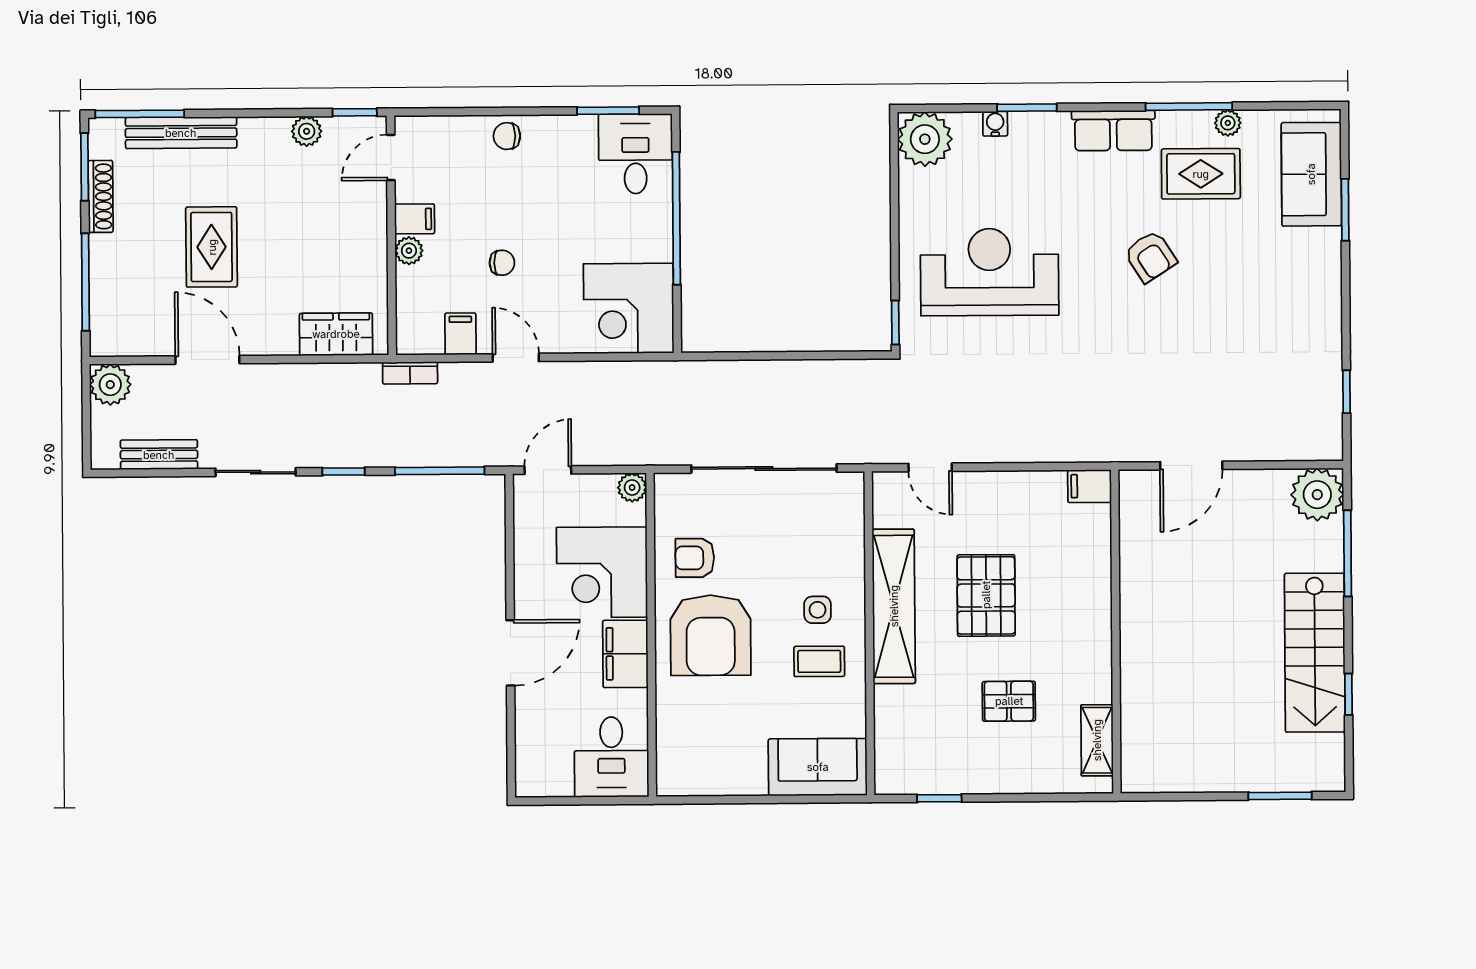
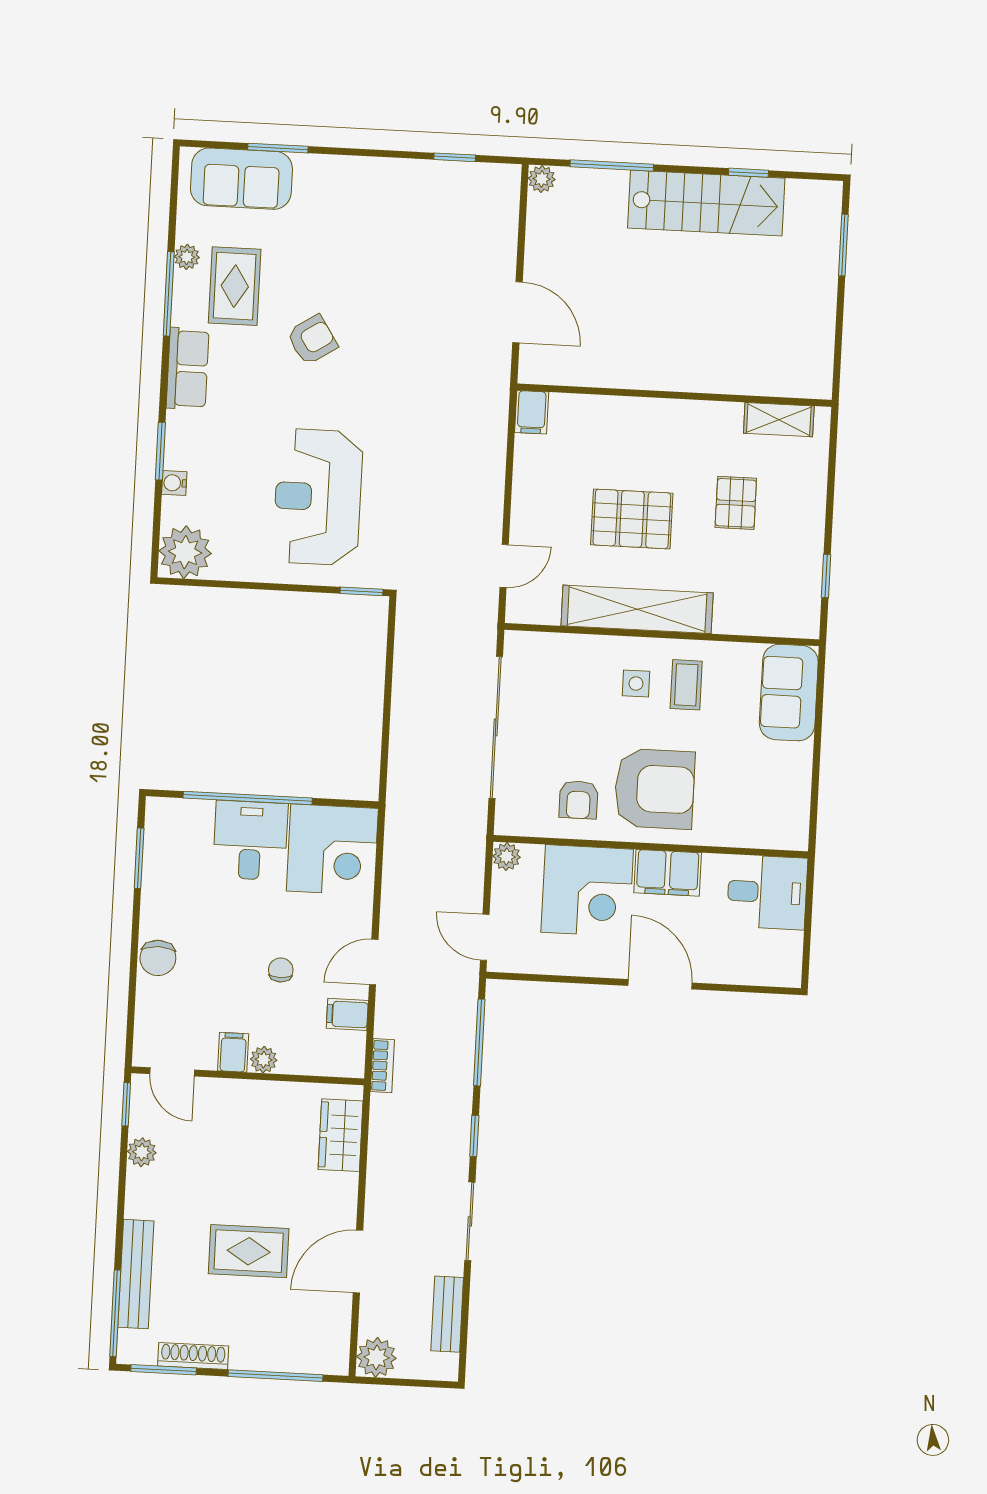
chair: (507, 136) -> (158, 958), width x1.37, depth x1.37
desk: (635, 154) -> (250, 840), moved, turned 90
plant: (1317, 495) -> (542, 179), width x0.53, depth x0.53

